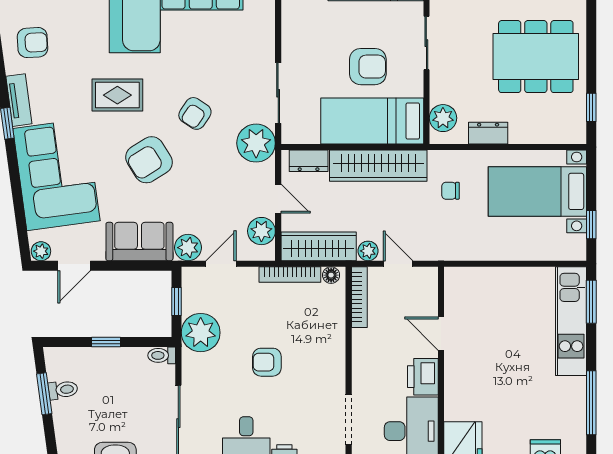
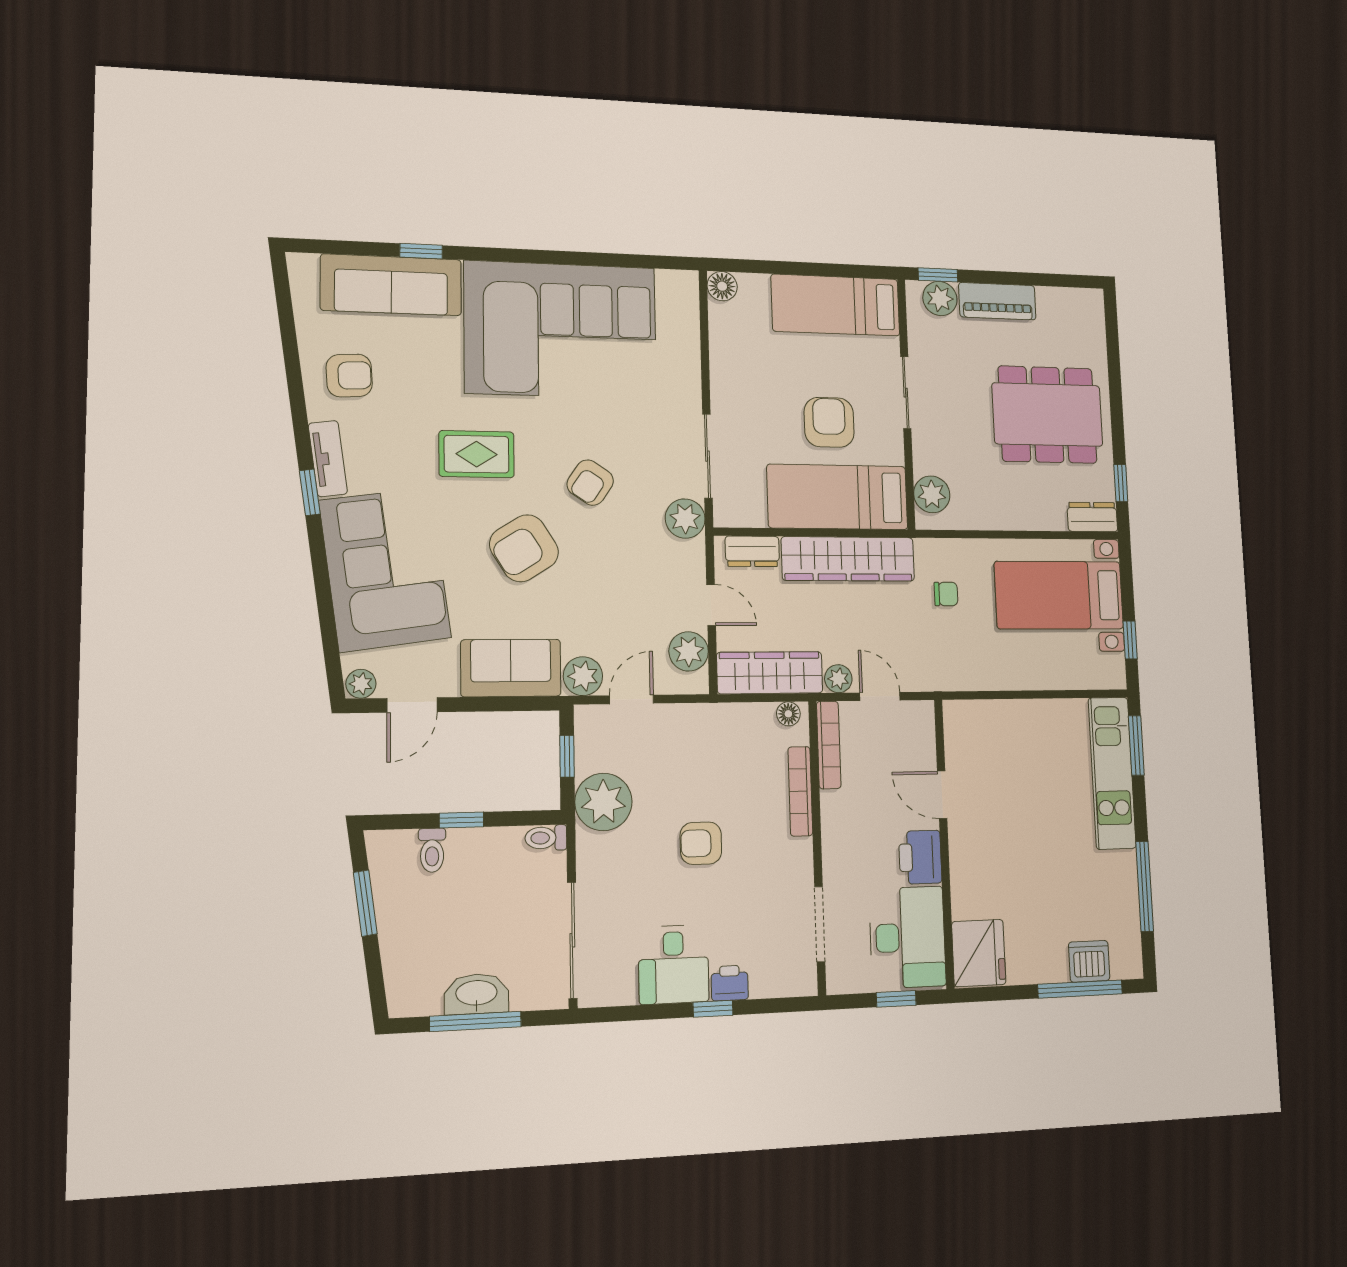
armchair: (368, 67) -> (829, 422), turned -90
dresser: (488, 133) -> (1092, 517), moved
plant: (256, 143) -> (685, 519), width x0.73, depth x0.73
chair: (450, 191) -> (946, 594), turned 180
bookcase: (290, 275) -> (800, 791), moved, turned 90
toilet: (63, 390) -> (432, 850), moved, turned 98

